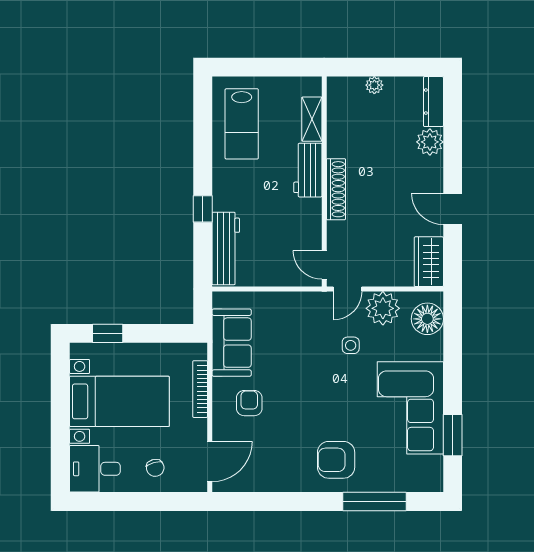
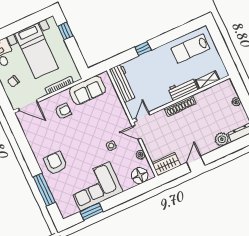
workbench: (226, 248) -> (123, 83), moved, turned -90
plant: (383, 308) -> (140, 155), width x0.53, depth x0.53

